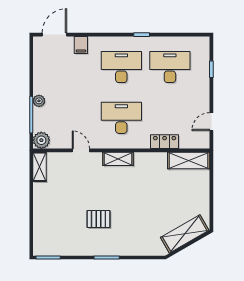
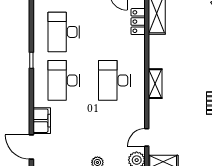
filing cabinet: (81, 45) -> (42, 121), width x2.00
locker: (165, 142) -> (138, 22), moved
door: (81, 150) -> (147, 137), moved

